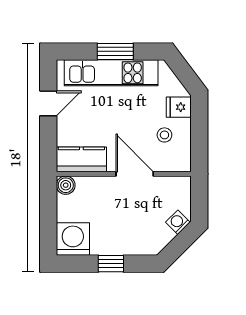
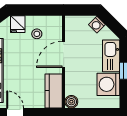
washing machine: (73, 239) -> (108, 84), moved
kitchen sink: (132, 243) -> (111, 56), added

